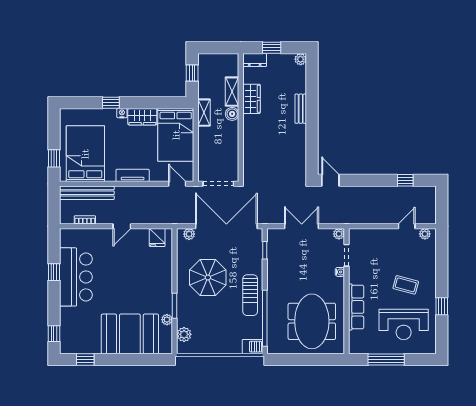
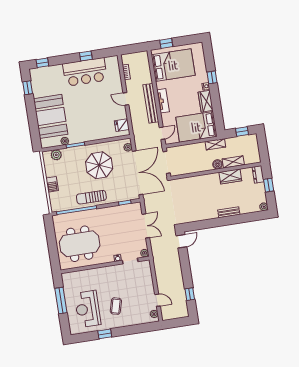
bench: (87, 193) -> (151, 103), moved
row of seats: (356, 307) -> (95, 273), removed
barbecue: (252, 347) -> (52, 184), moved

